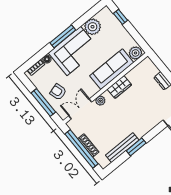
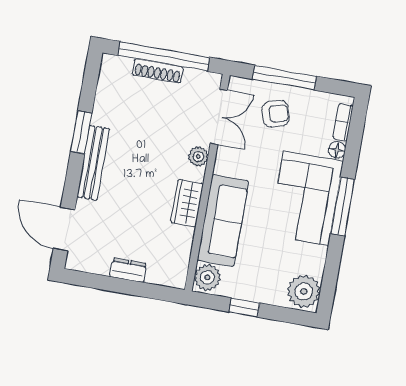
window: (121, 17) -> (244, 308), moved
plant: (93, 27) -> (304, 291), moved
bench: (122, 148) -> (93, 163), moved

